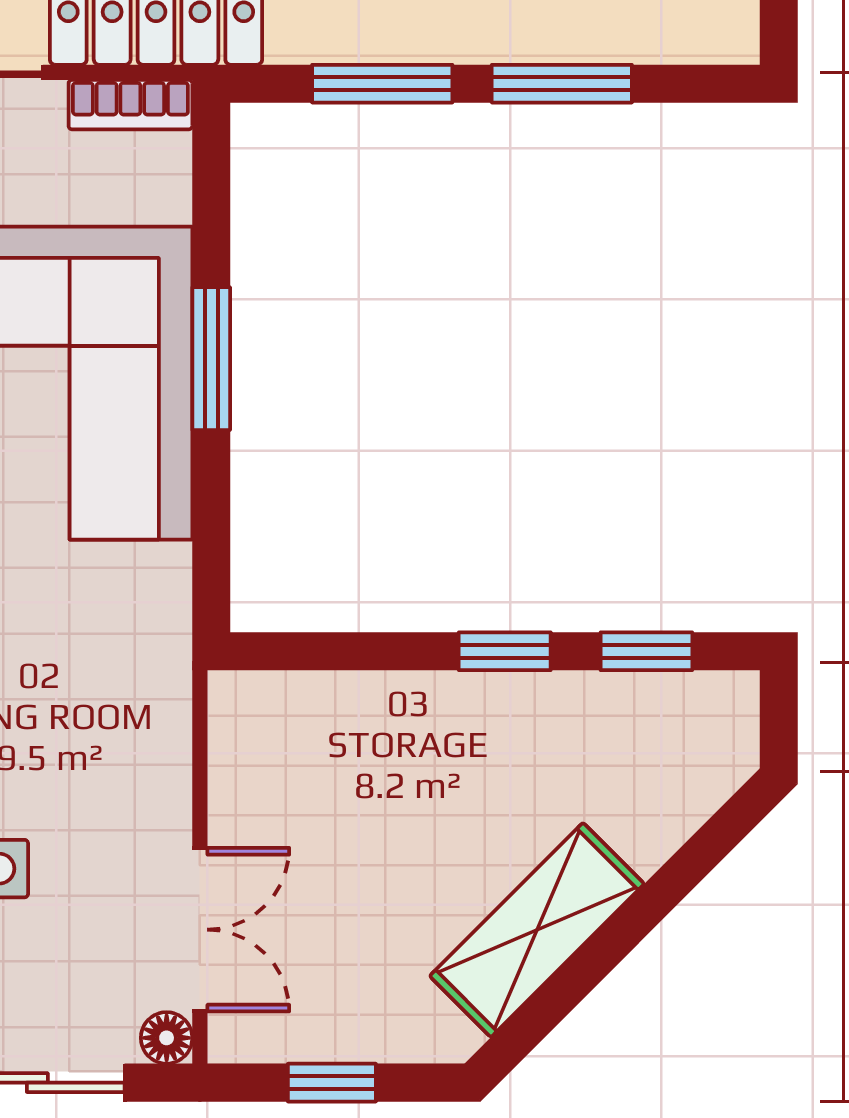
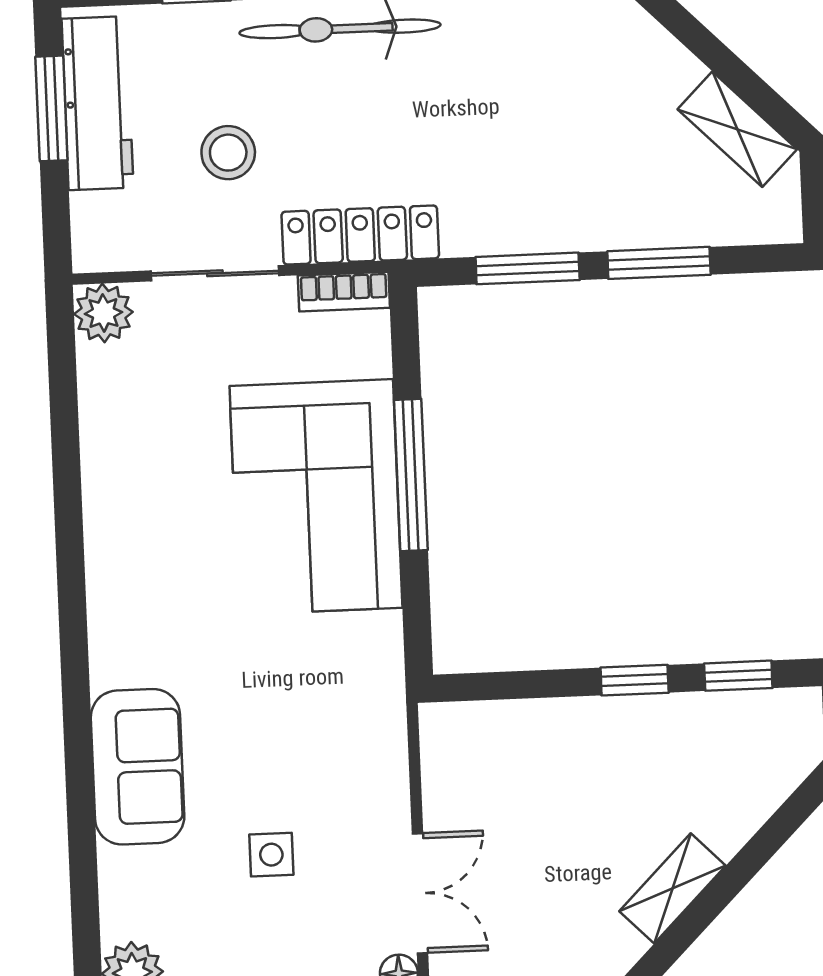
window: (211, 359) -> (411, 475), width x1.44
shelving: (537, 930) -> (673, 888), width x0.67, depth x0.75

